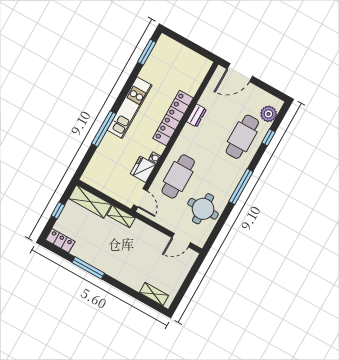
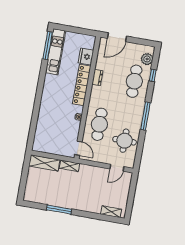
window: (147, 52) -> (48, 46), width x1.44
kitchen unit: (130, 108) -> (56, 52), moved
window: (104, 129) -> (36, 109), removed
fridge: (143, 169) -> (86, 57), moved
window: (58, 210) -> (24, 177), removed
locker: (60, 241) -> (33, 197), removed

